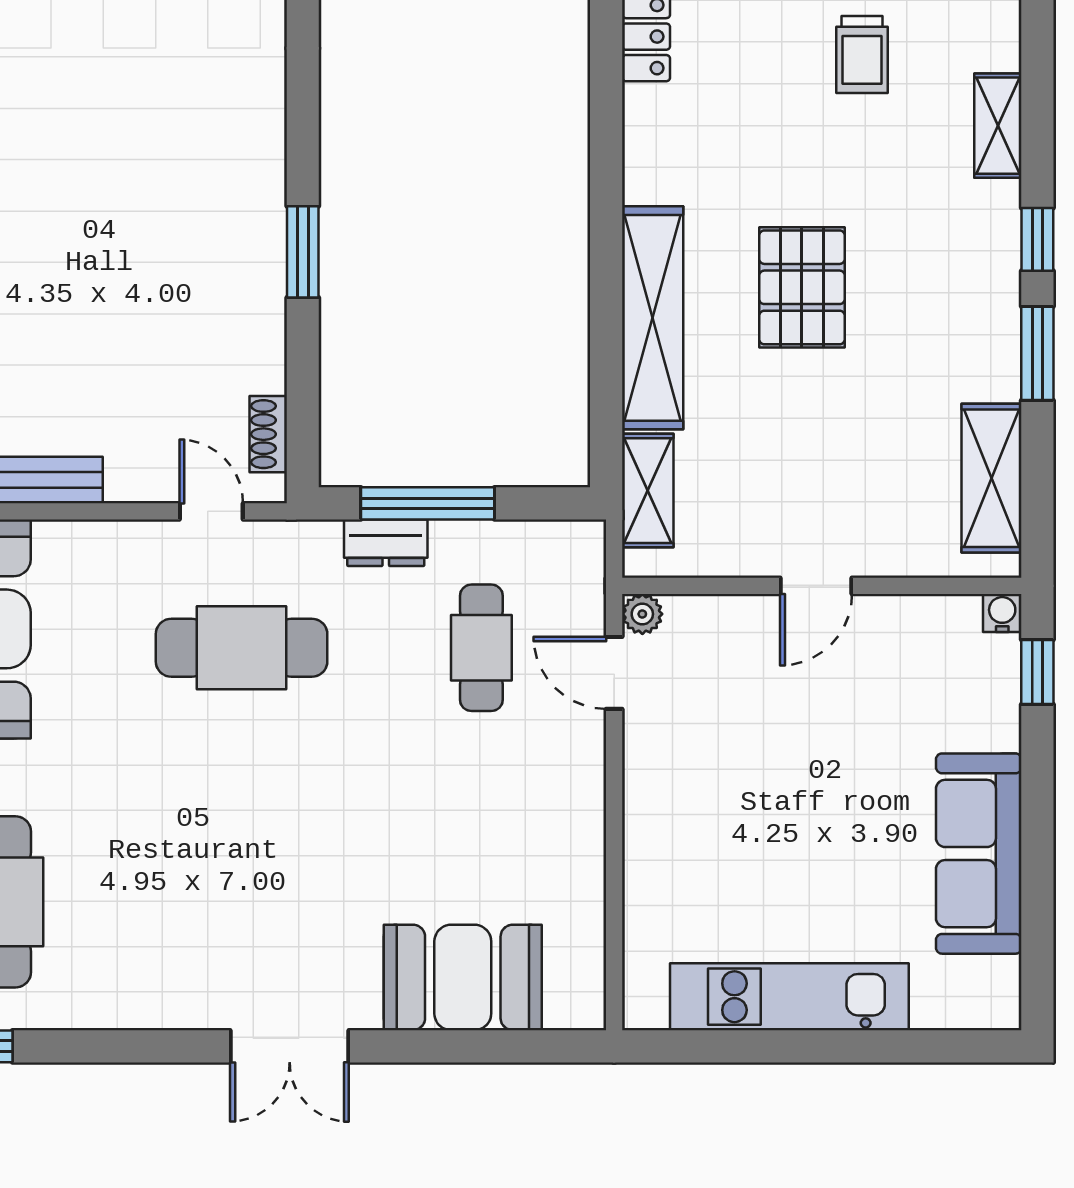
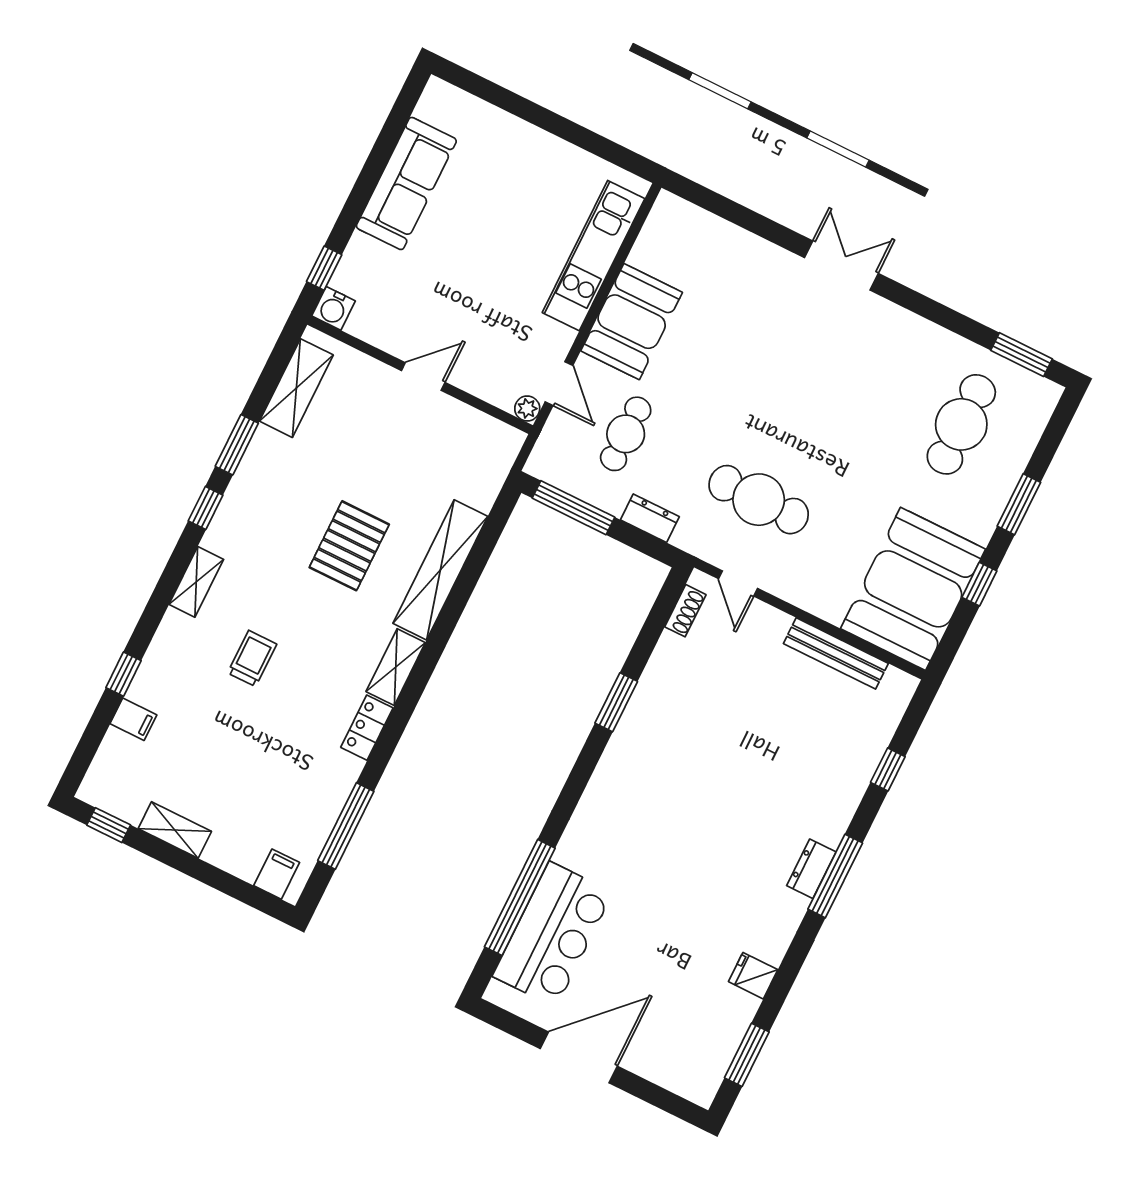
shelving: (648, 491) -> (396, 667), moved
window: (428, 503) -> (573, 508), moved
water cooler: (1002, 613) -> (334, 308), width x1.38, depth x1.38
booth: (463, 977) -> (632, 322), moved, turned 90
kitchen unit: (789, 997) -> (594, 256), moved, turned 90

